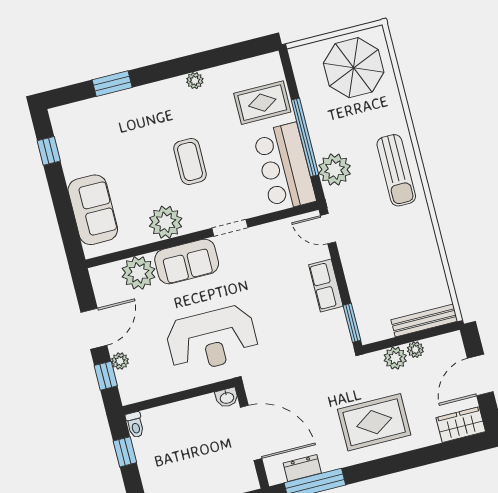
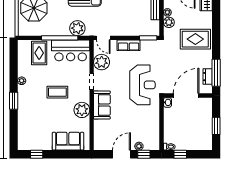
window: (112, 84) -> (14, 101), moved
door: (328, 229) -> (103, 38), hinge flipped
plant: (139, 273) -> (102, 62), moved
door: (94, 329) -> (122, 154), hinge flipped
reception desk: (212, 339) -> (142, 85), moved
rug: (374, 422) -> (195, 39), turned 90

